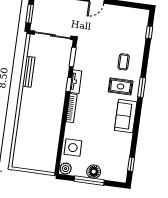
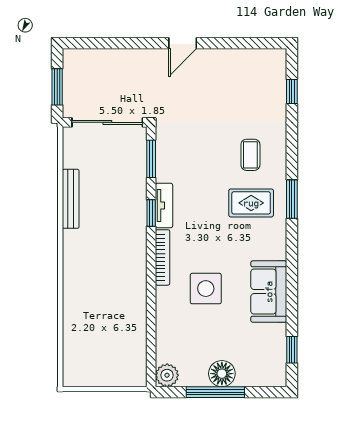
sofa: (126, 116) -> (269, 292), moved
side table: (73, 148) -> (206, 289), moved

